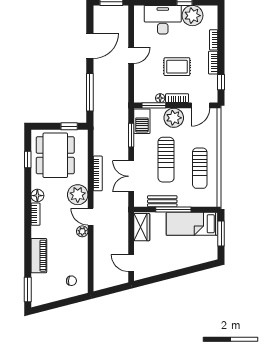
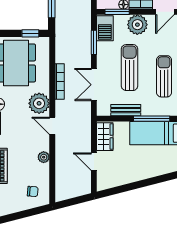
sun lounger: (166, 160) -> (130, 68), turned 180
sun lounger: (200, 168) -> (164, 76), turned 180
window: (173, 210) -> (152, 119), moved
plant: (82, 231) -> (44, 157), moved
door: (131, 263) -> (94, 162), moved

